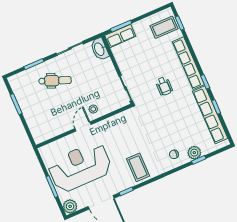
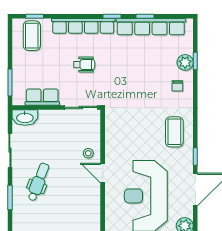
row of seats: (120, 36) -> (42, 97), moved, turned -90
wheelchair: (164, 86) -> (84, 65), moved
coffee table: (138, 167) -> (174, 132), turned 90

